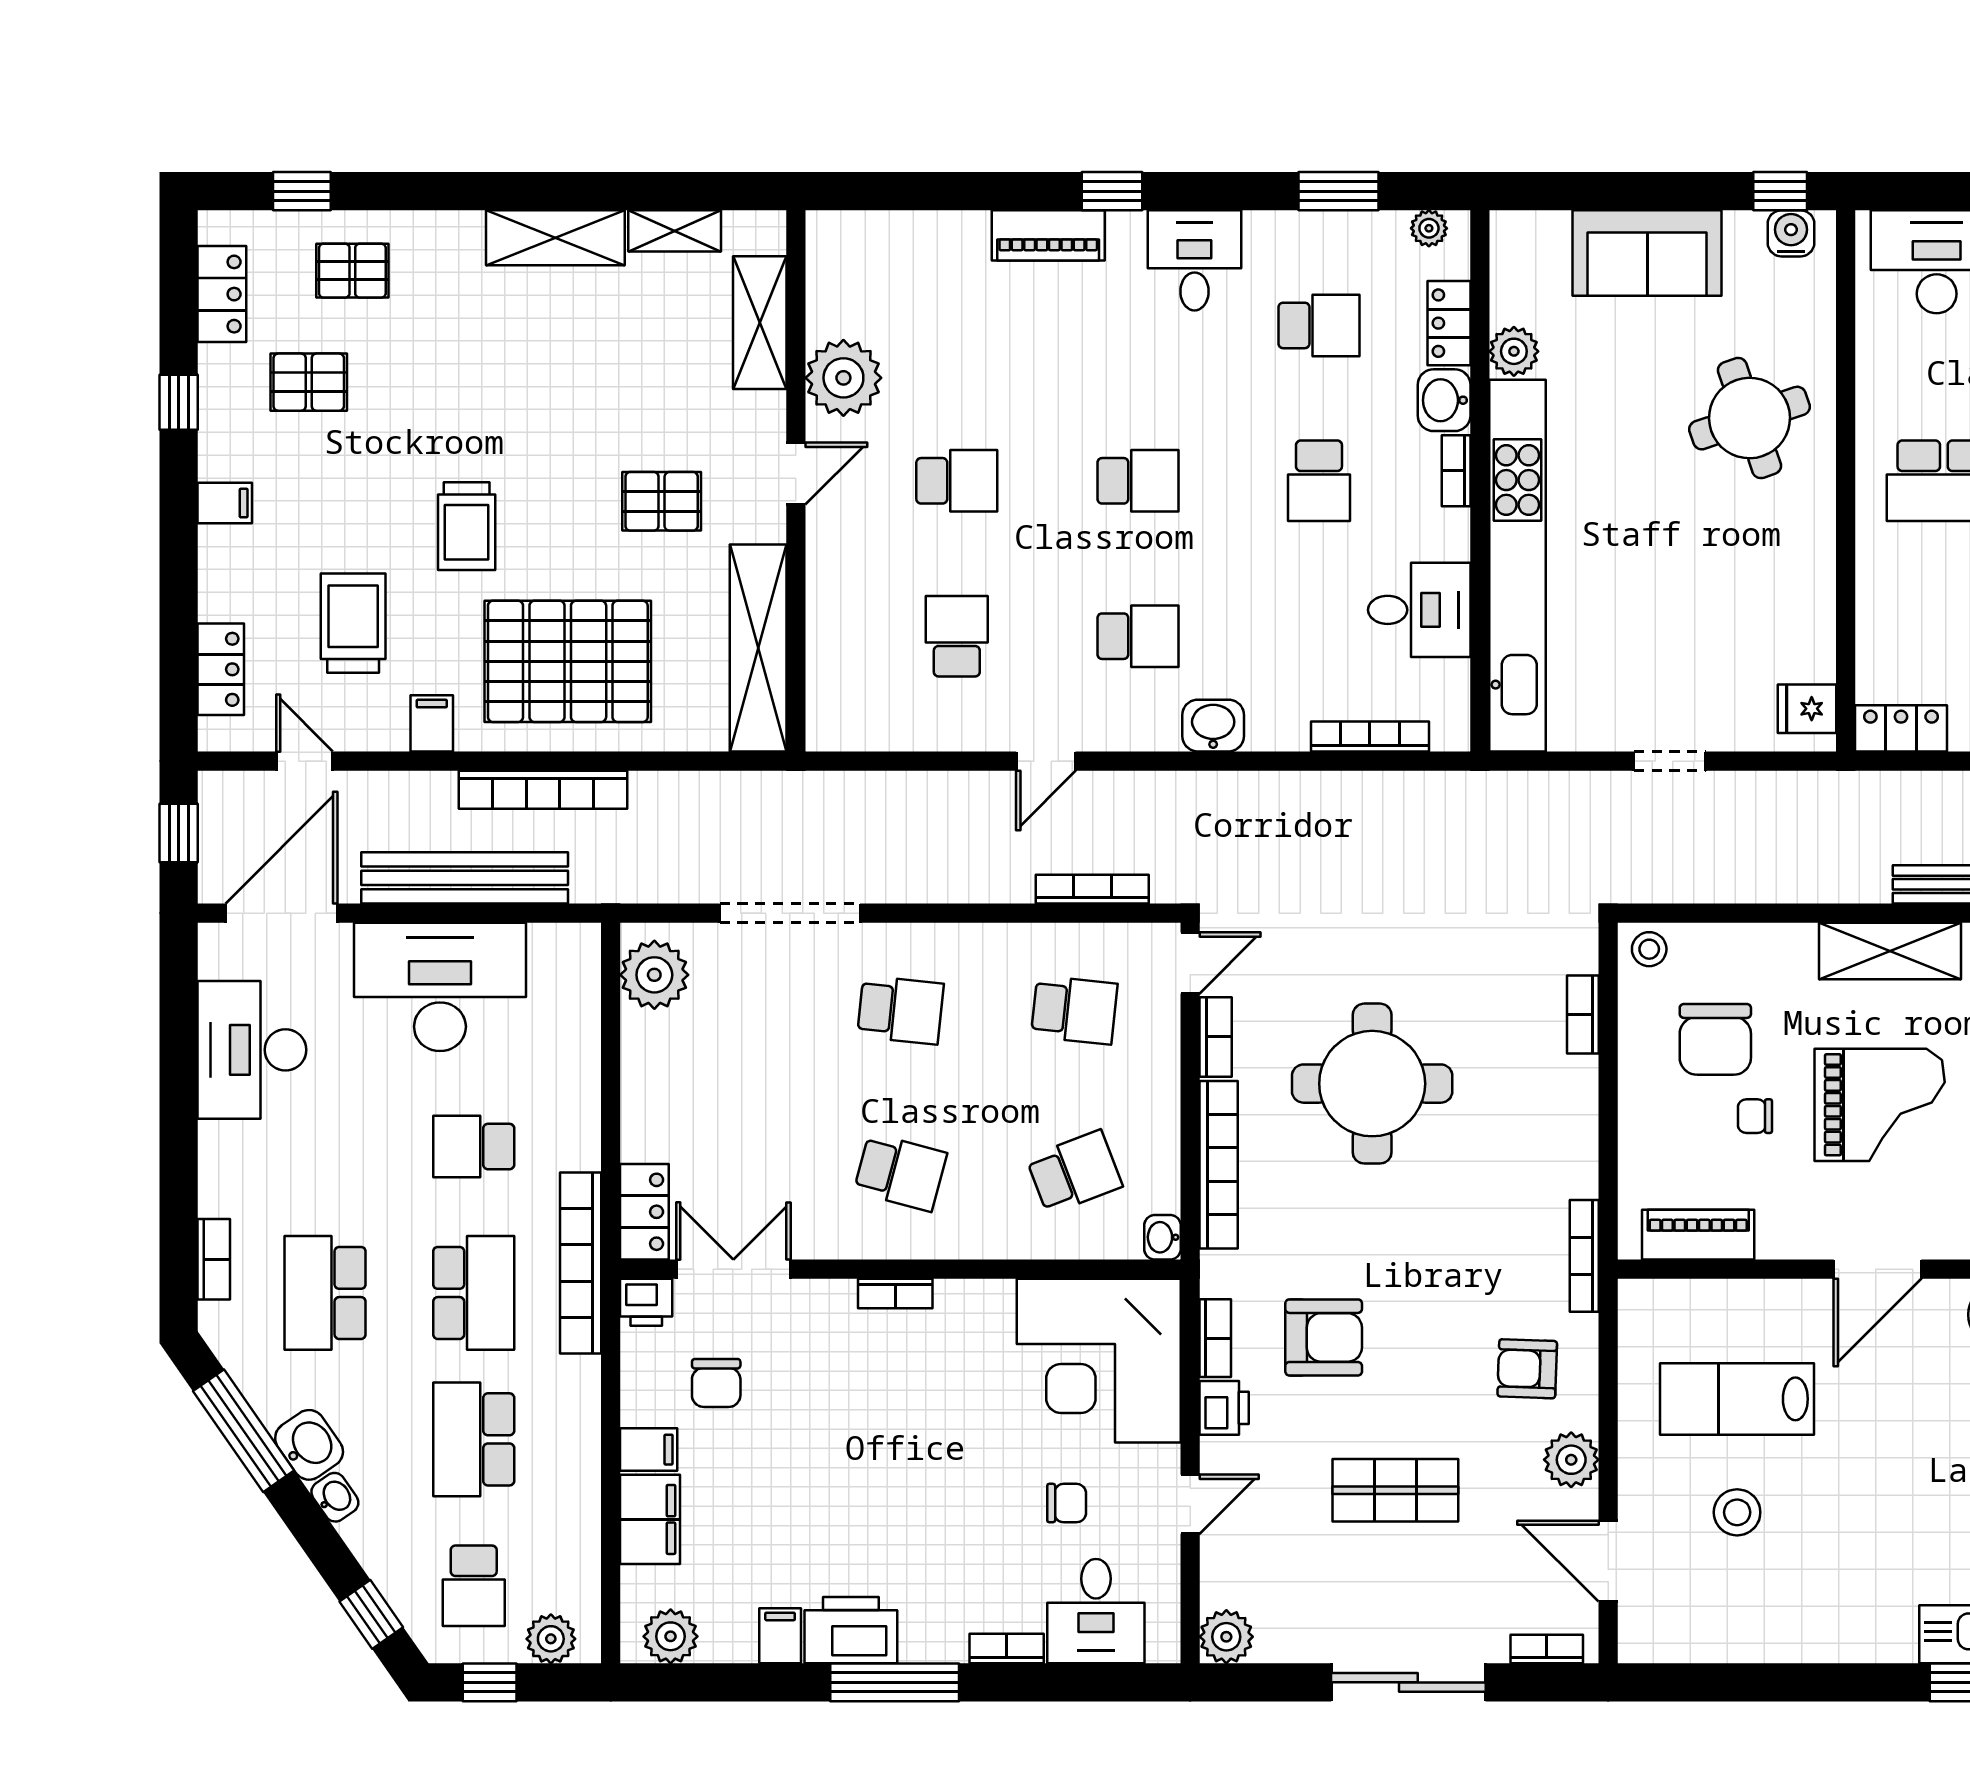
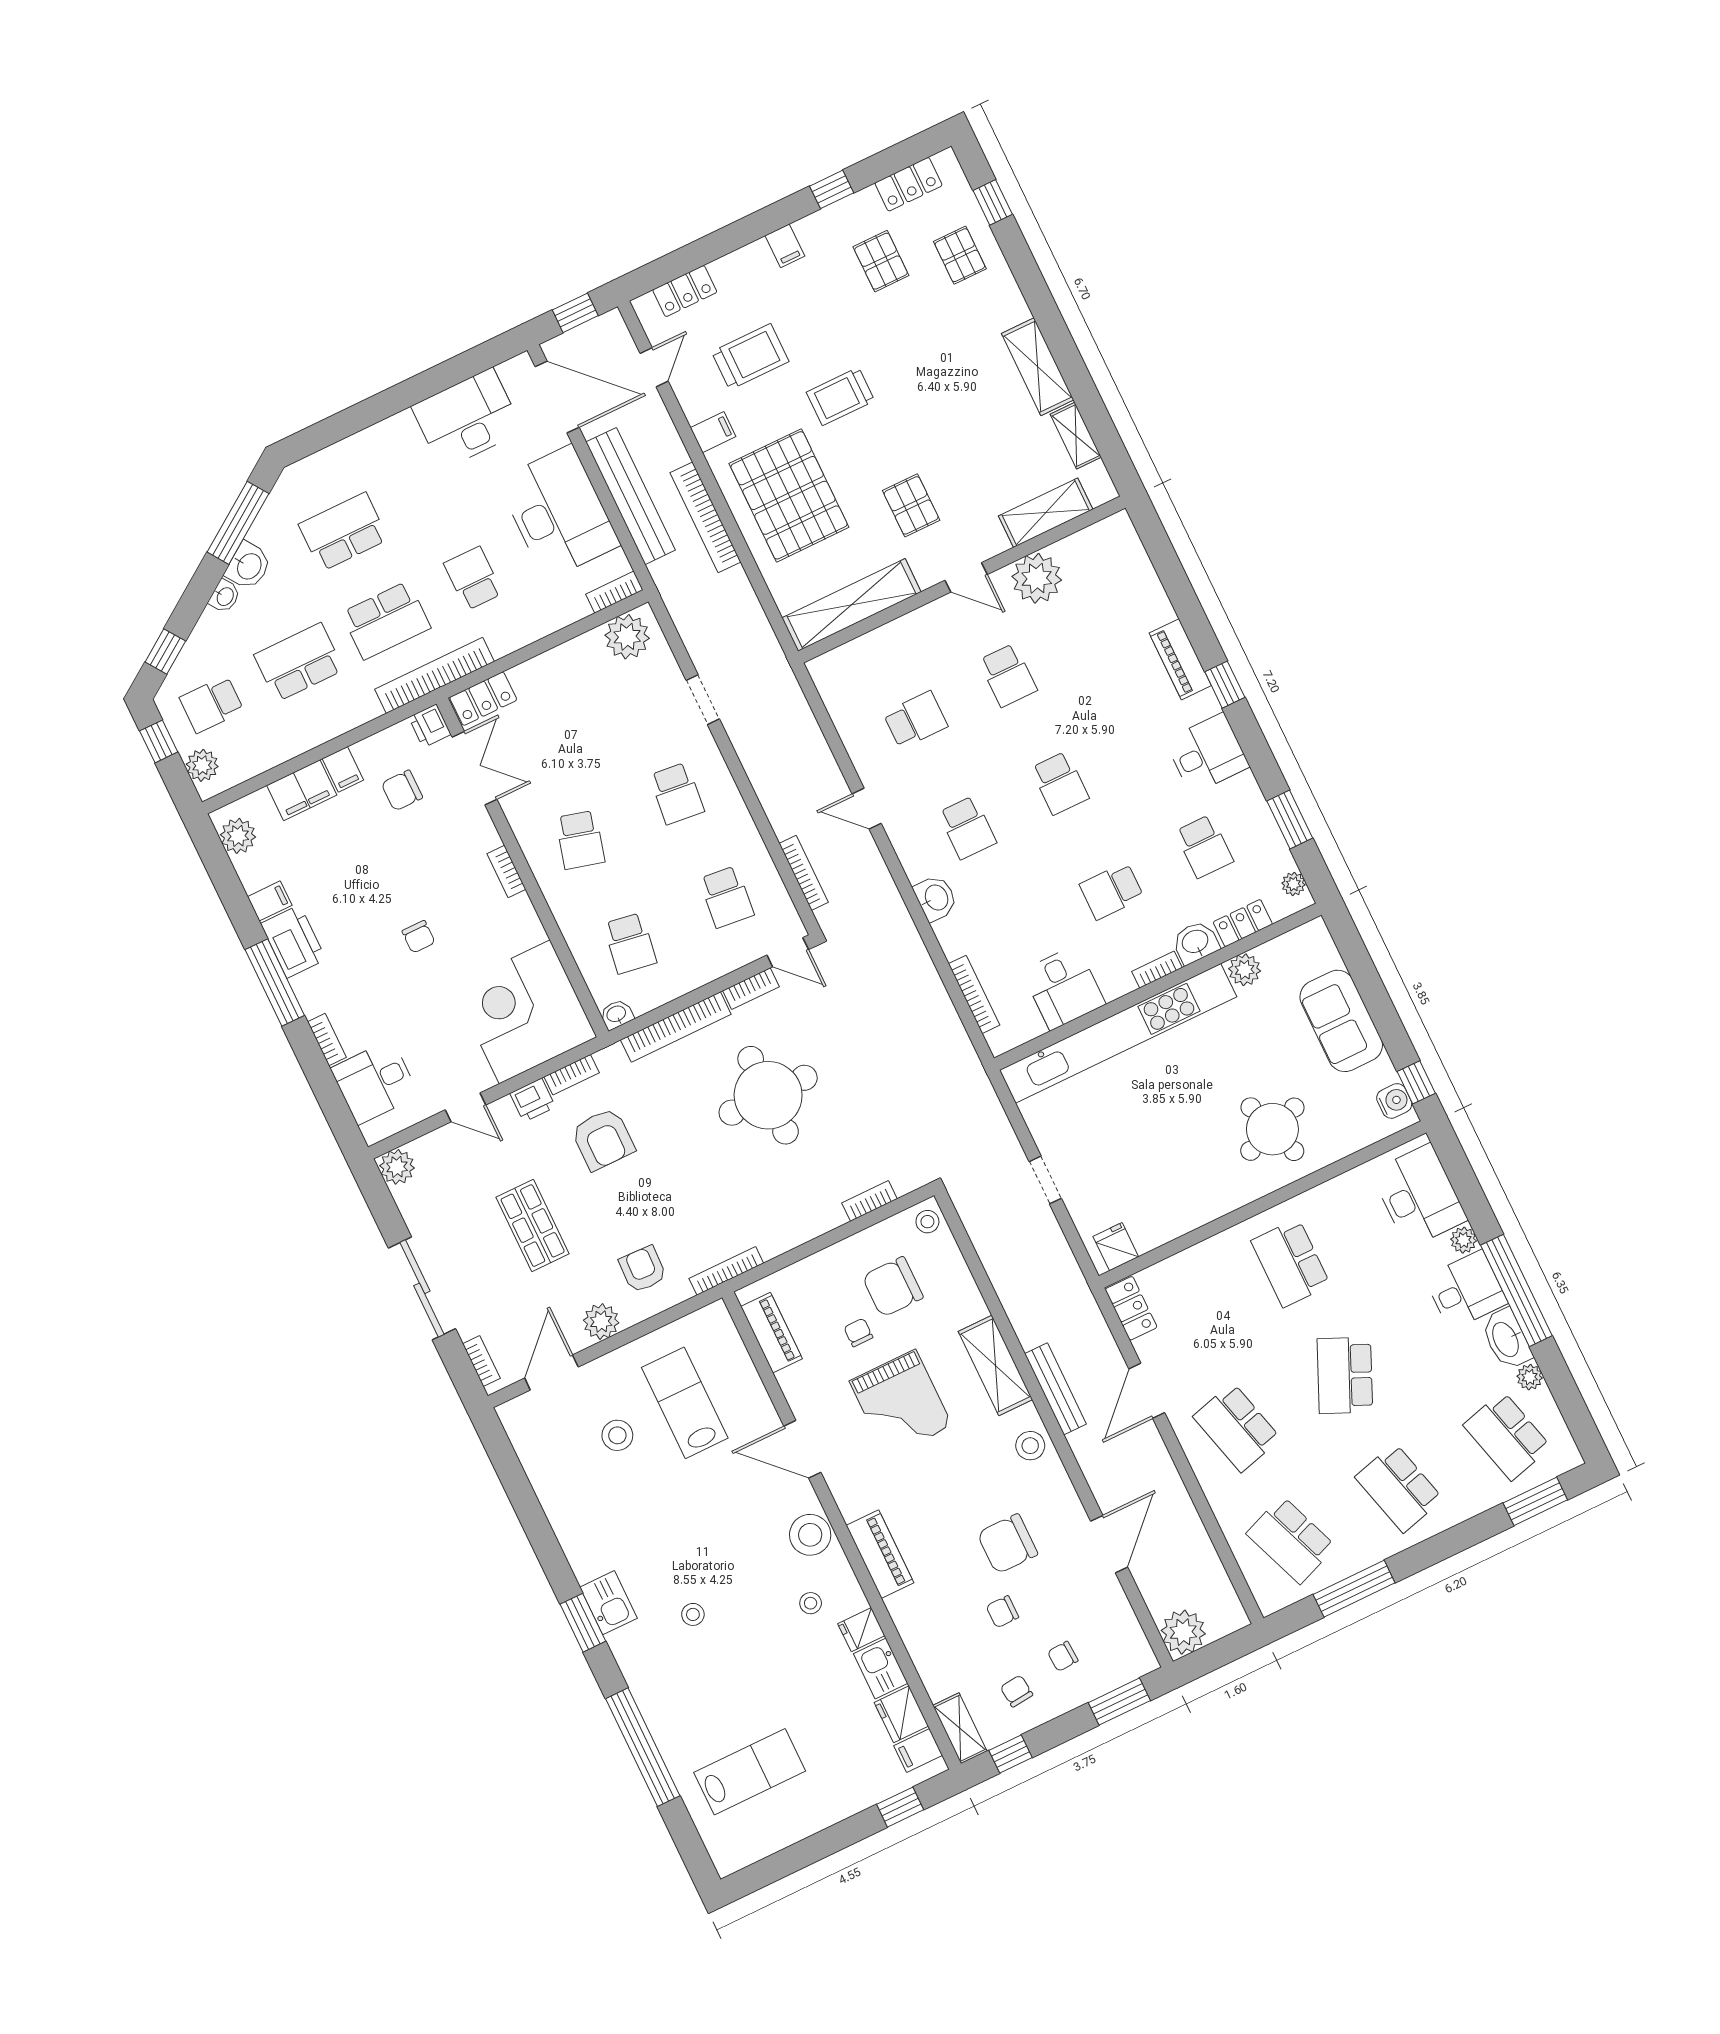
doorway: (790, 913) -> (703, 700), width x0.53
school desk: (1074, 1172) -> (630, 943), turned 30
bookcase: (214, 1259) -> (614, 592), moved, turned 180
chair: (1067, 1503) -> (419, 937), moved

